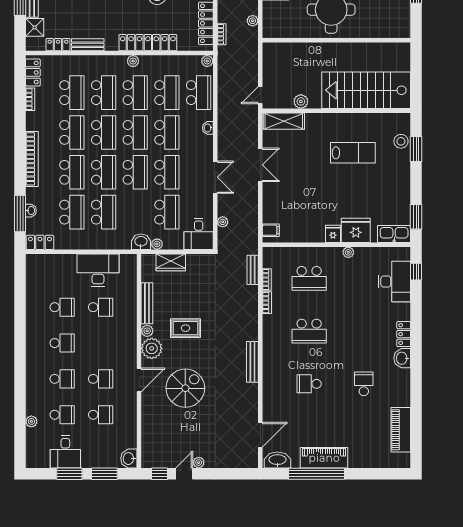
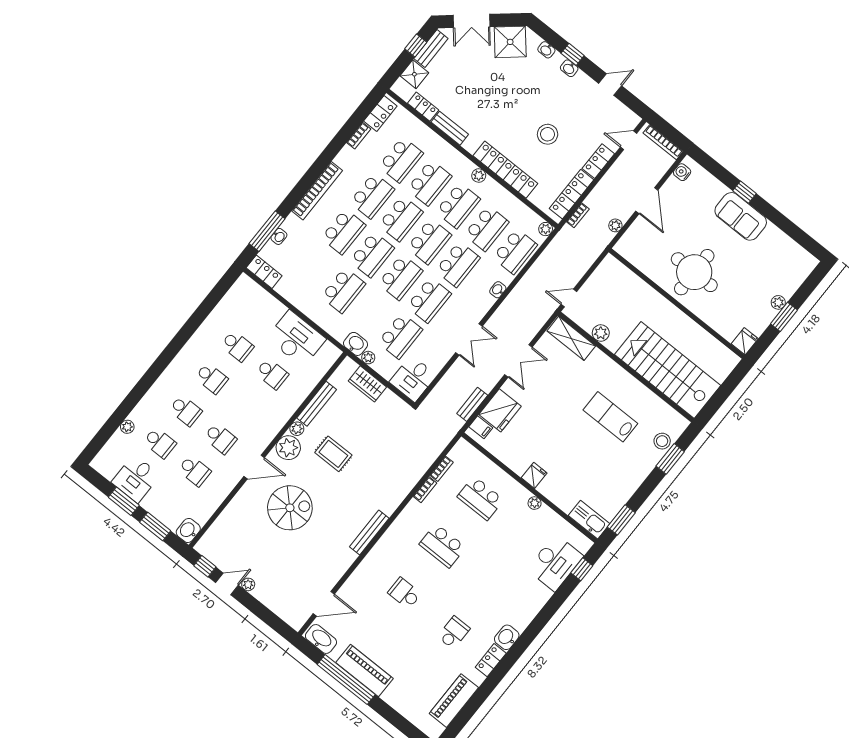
fridge: (403, 29) -> (745, 341), added
lab bench: (353, 153) -> (610, 417), turned 180
school desk: (72, 212) -> (315, 267), removed
plant: (223, 222) -> (444, 385), removed
fridge: (356, 230) -> (500, 410), moved, turned 90
bench: (253, 270) -> (472, 404), moved
locker: (404, 334) -> (491, 660), moved

